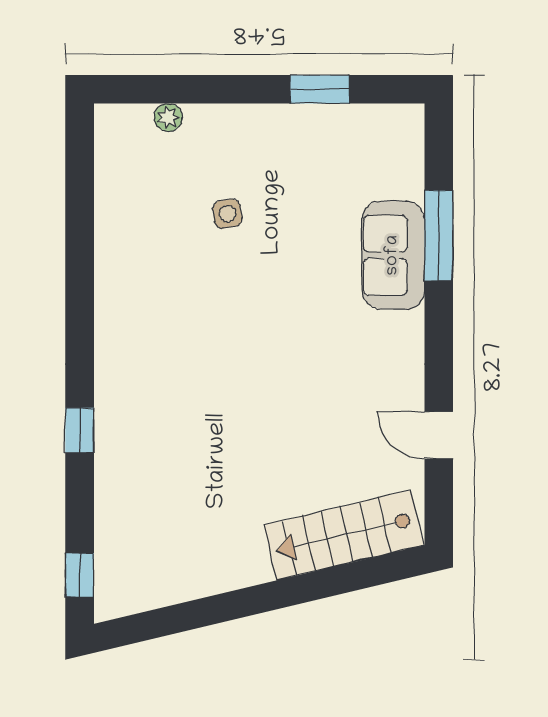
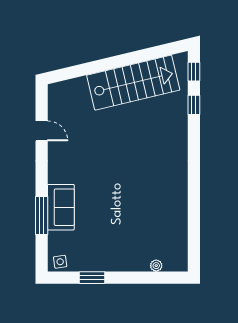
side table: (227, 214) -> (60, 262), moved
window: (80, 430) -> (194, 105), moved
stairs: (344, 535) -> (133, 83), moved, width x1.36, depth x1.51

